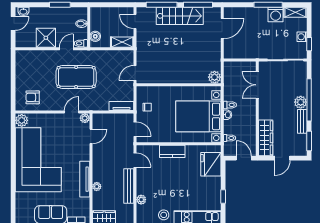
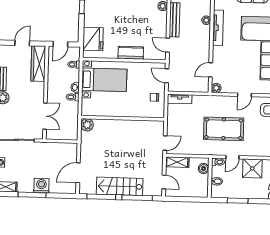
washing machine: (276, 14) -> (41, 186), moved
door: (135, 73) -> (165, 143), moved
door: (72, 112) -> (244, 95), moved
bed with nightstands: (198, 116) -> (104, 80), width x0.73
door: (244, 158) -> (60, 44), hinge flipped

